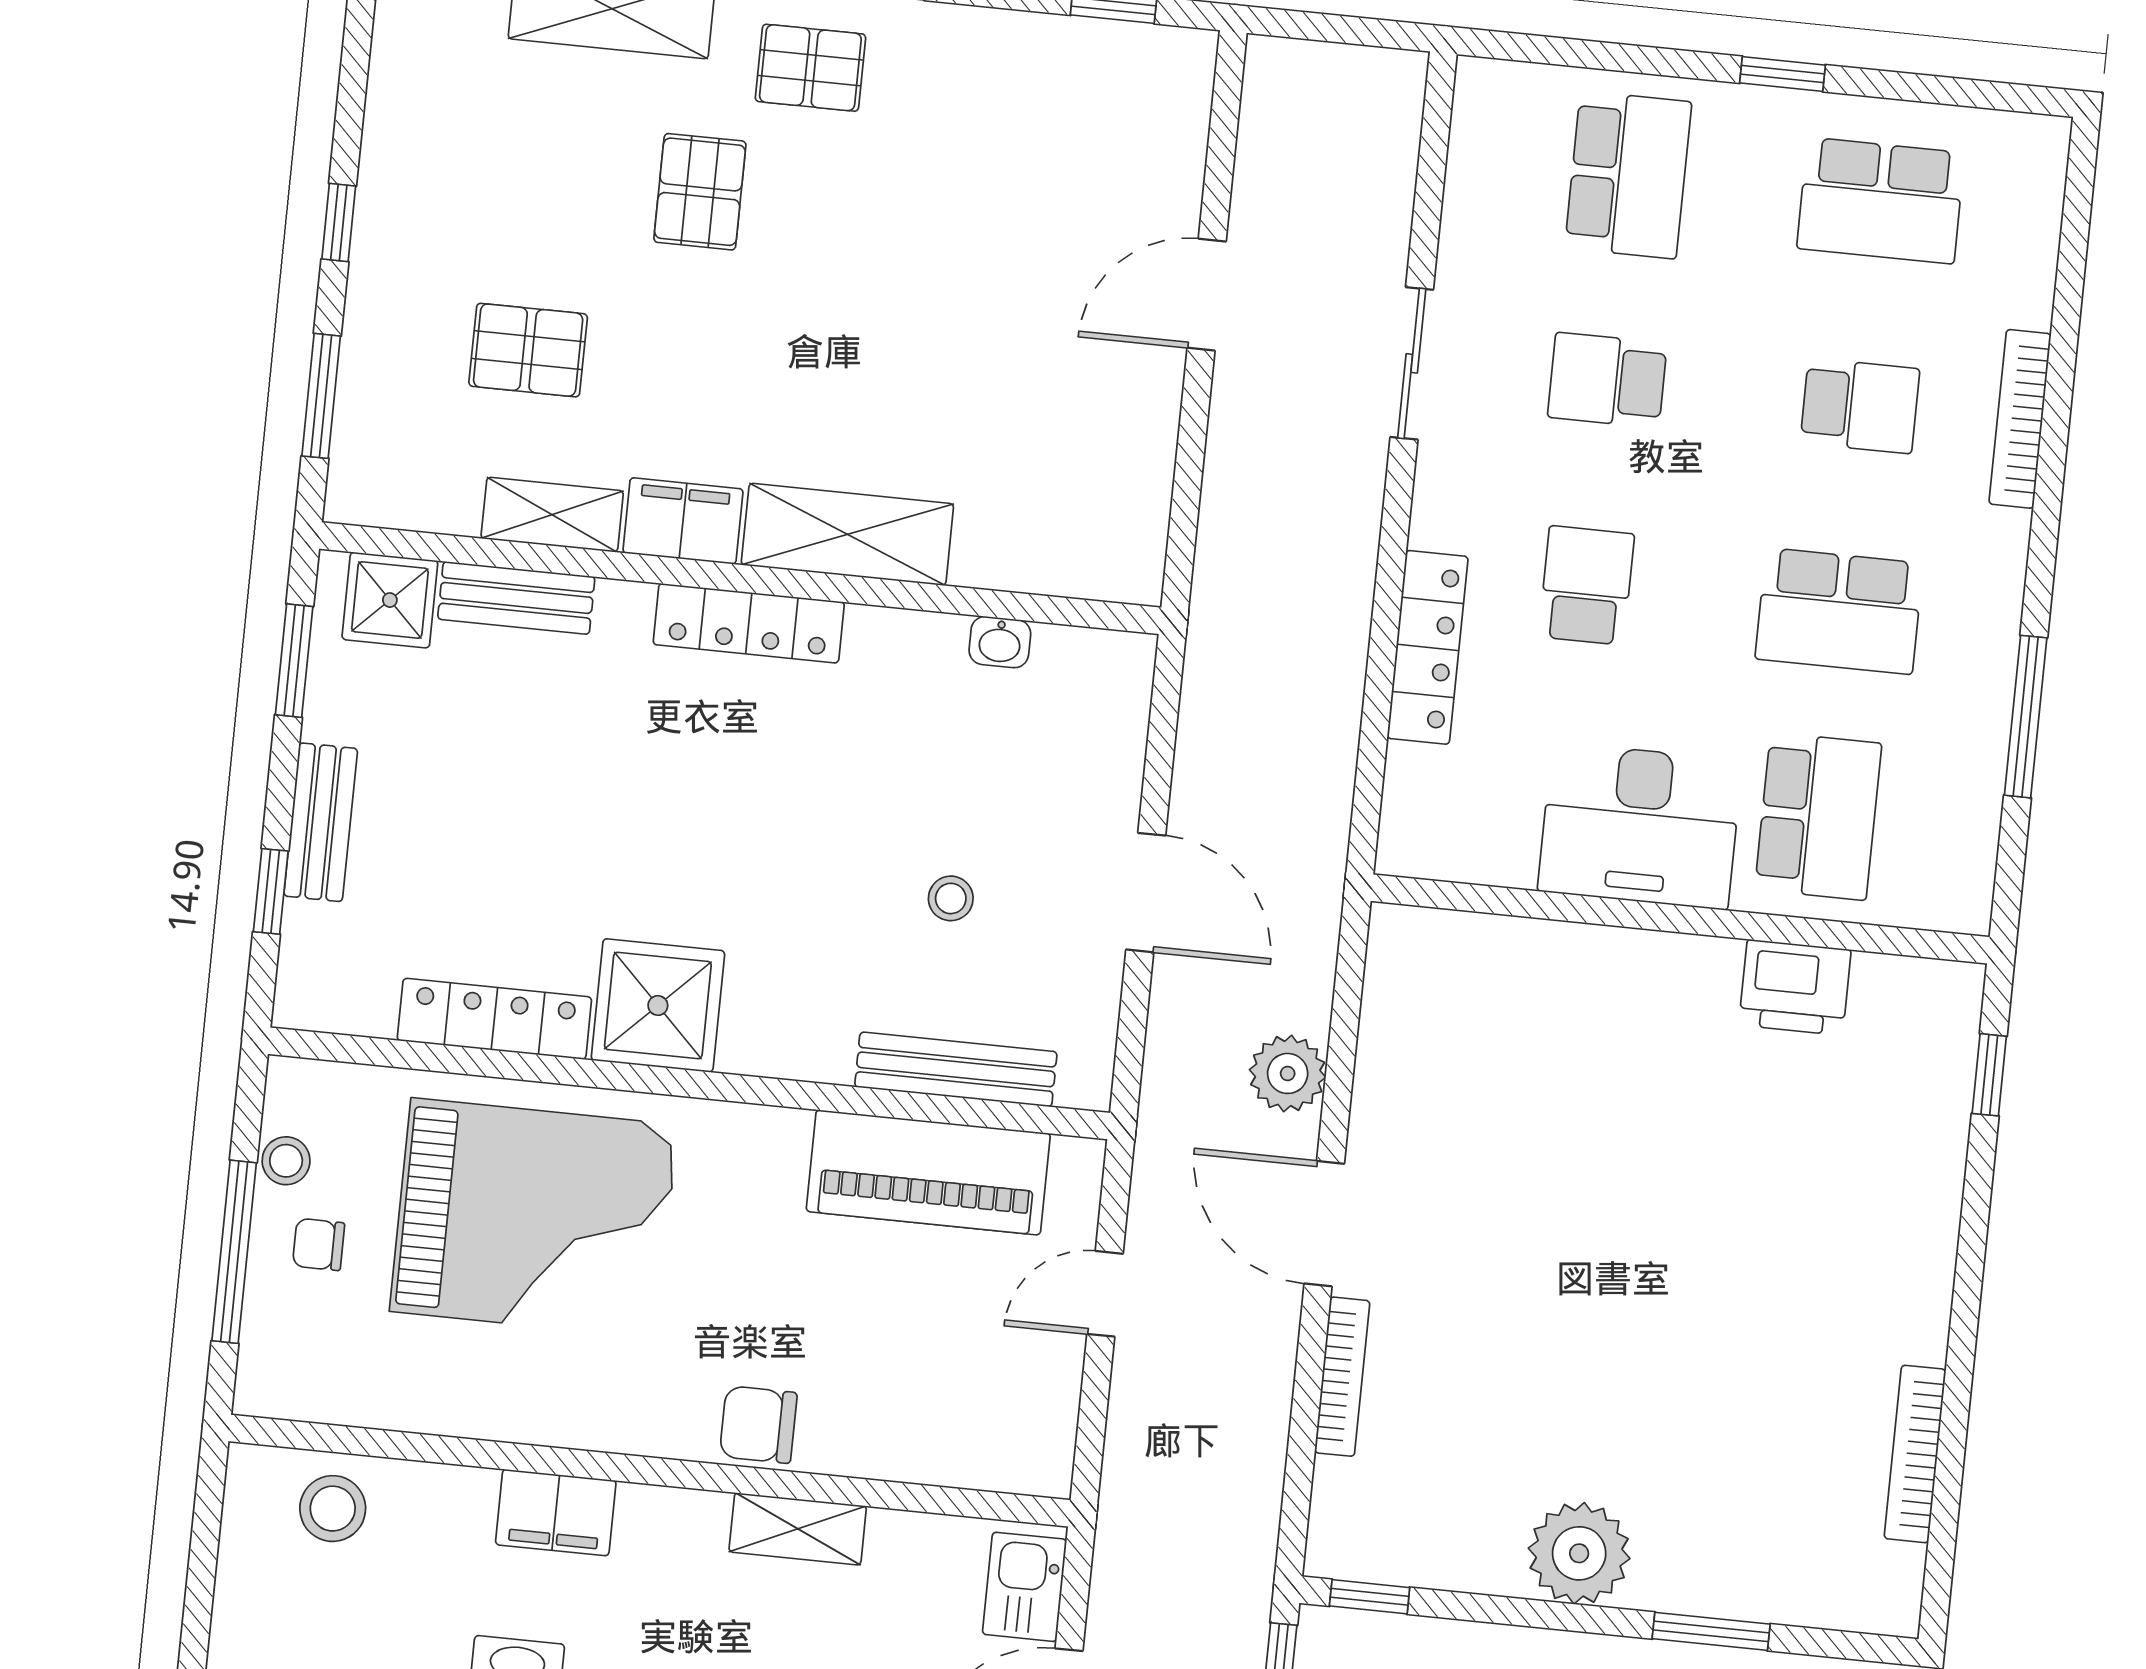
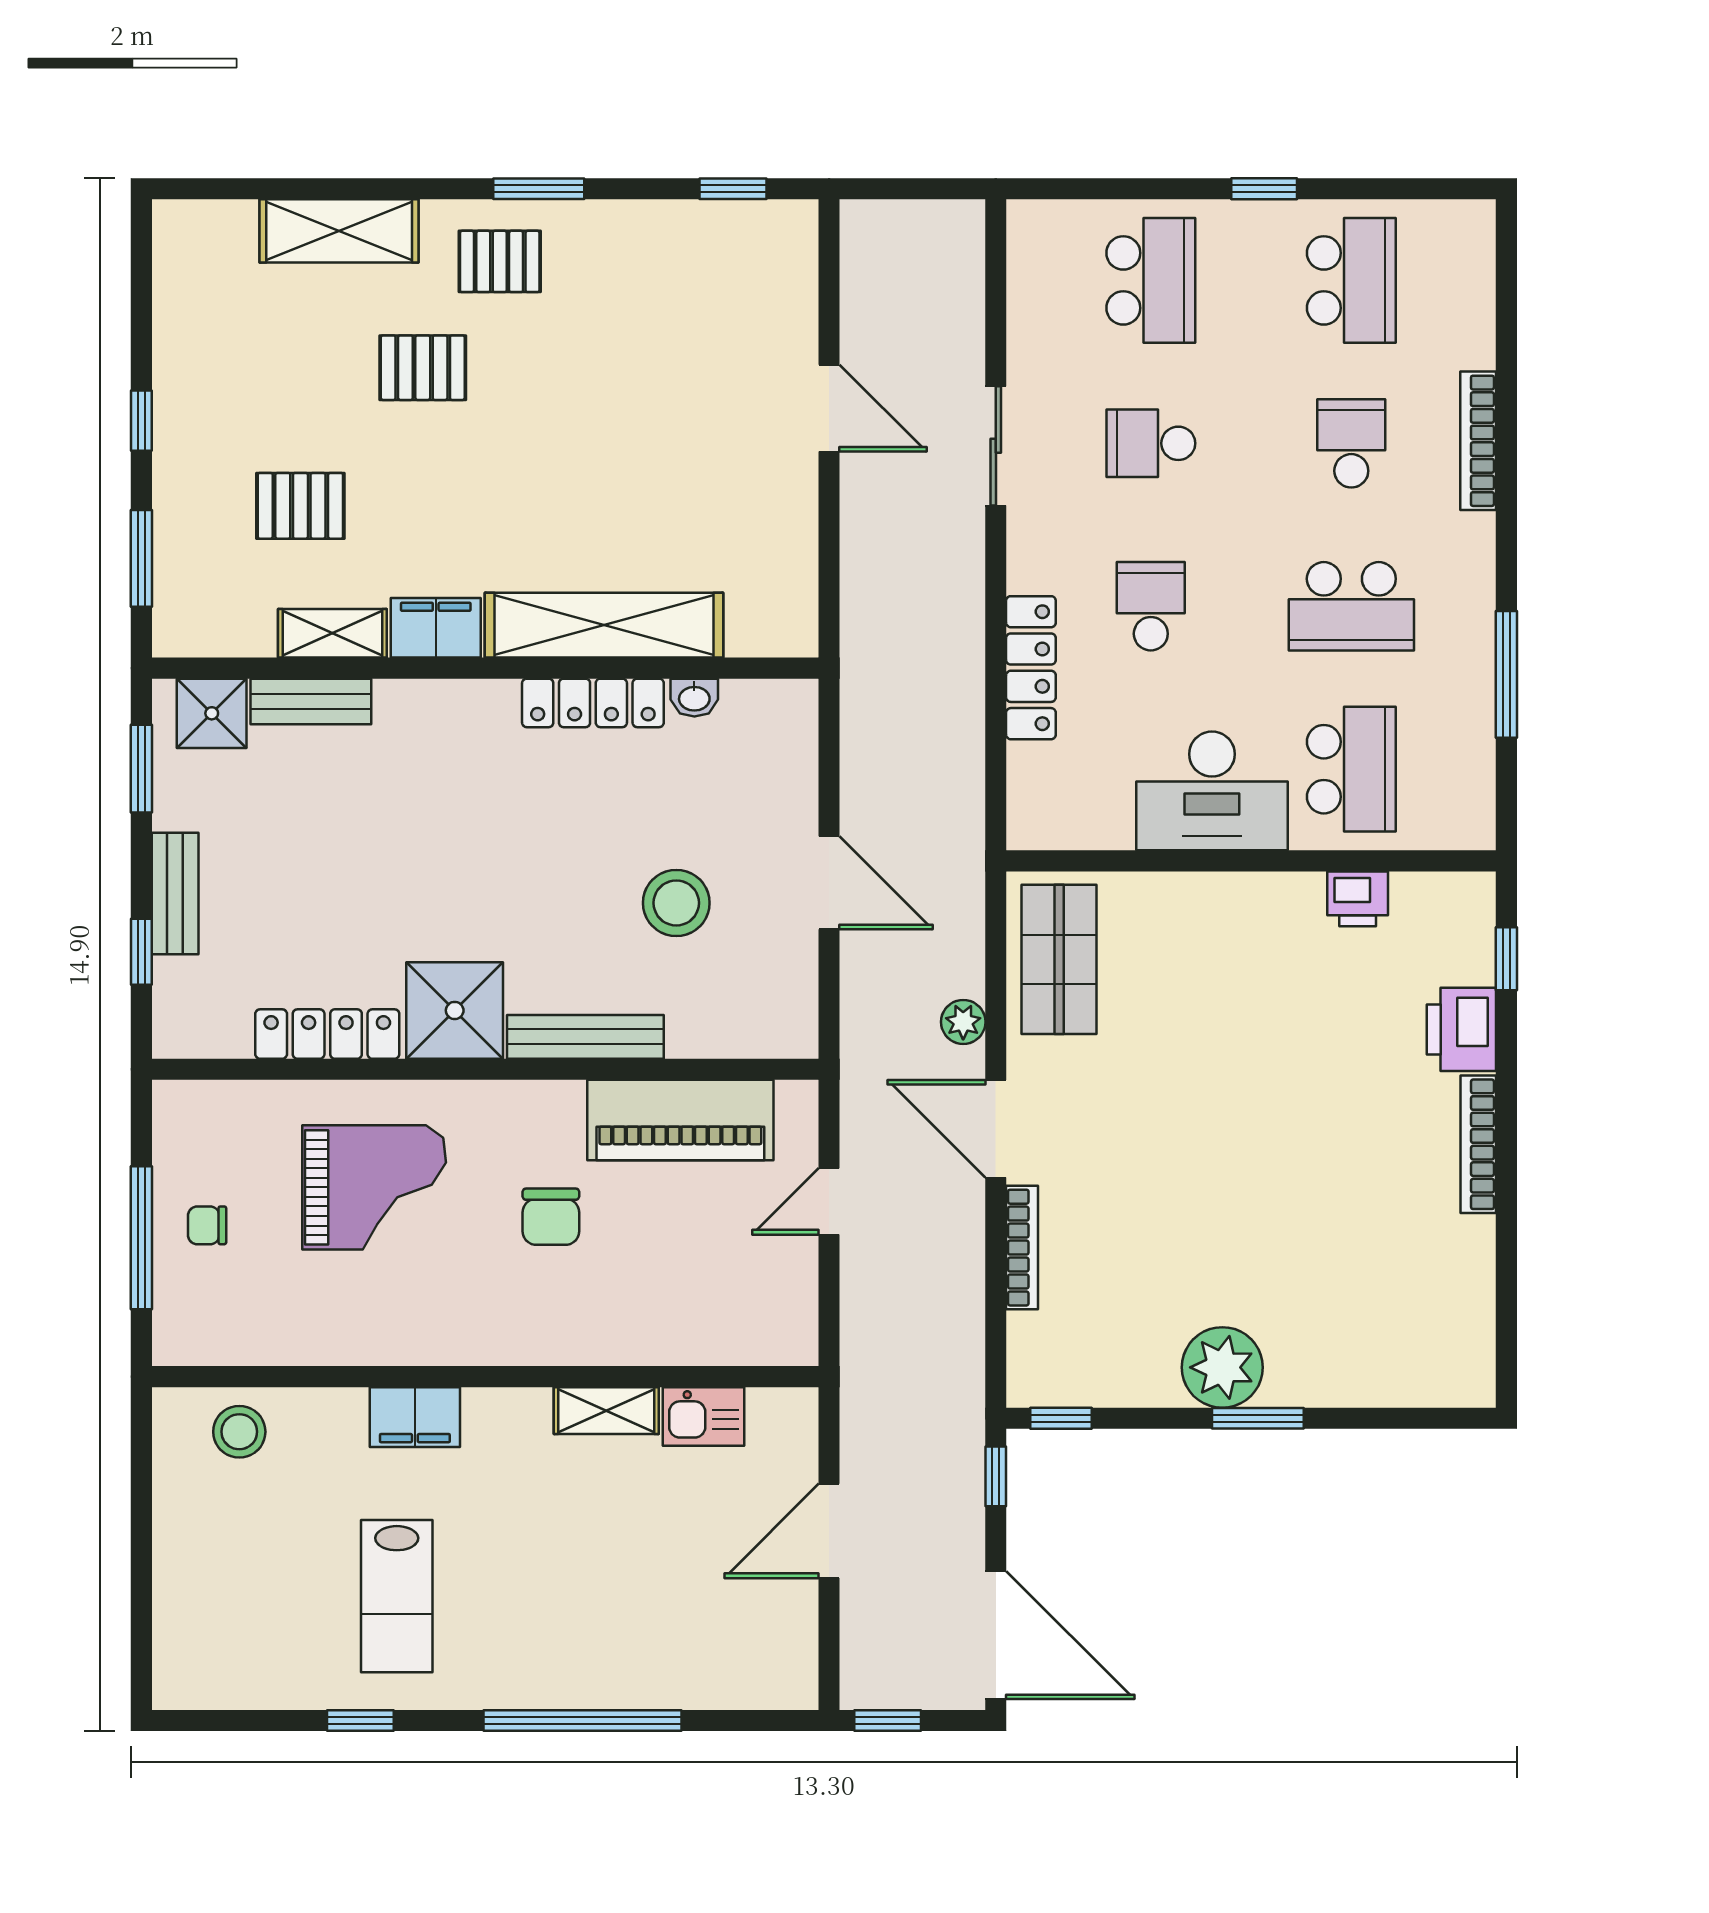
pallet: (700, 192) -> (423, 368), turned 90
school desk: (1881, 201) -> (1351, 280), turned -90
door: (1207, 295) -> (829, 408), swing flipped
school desk: (1860, 406) -> (1351, 443), turned -90
shelving: (847, 534) -> (604, 625), width x1.47
locker: (749, 623) -> (593, 703), moved
stool: (951, 898) -> (676, 903), width x1.89, depth x1.89
printer: (1795, 987) -> (1358, 899), width x0.73, depth x0.81
shop shelf: (1426, 1019) -> (1059, 959), added
bench: (956, 1069) -> (585, 1037), moved
plant: (1288, 1073) -> (963, 1022), width x0.73, depth x0.73
printer: (1924, 1158) -> (1461, 1029), added
stool: (286, 1161) -> (175, 1162), removed
grand piano: (534, 1218) -> (374, 1187), width x0.73, depth x0.68
chair: (758, 1425) -> (551, 1217), moved, turned -90
bookcase: (1915, 1454) -> (1478, 1144), moved
kitchen sink: (1025, 1587) -> (704, 1417), moved, turned -90
window: (1711, 1631) -> (1258, 1418), moved

